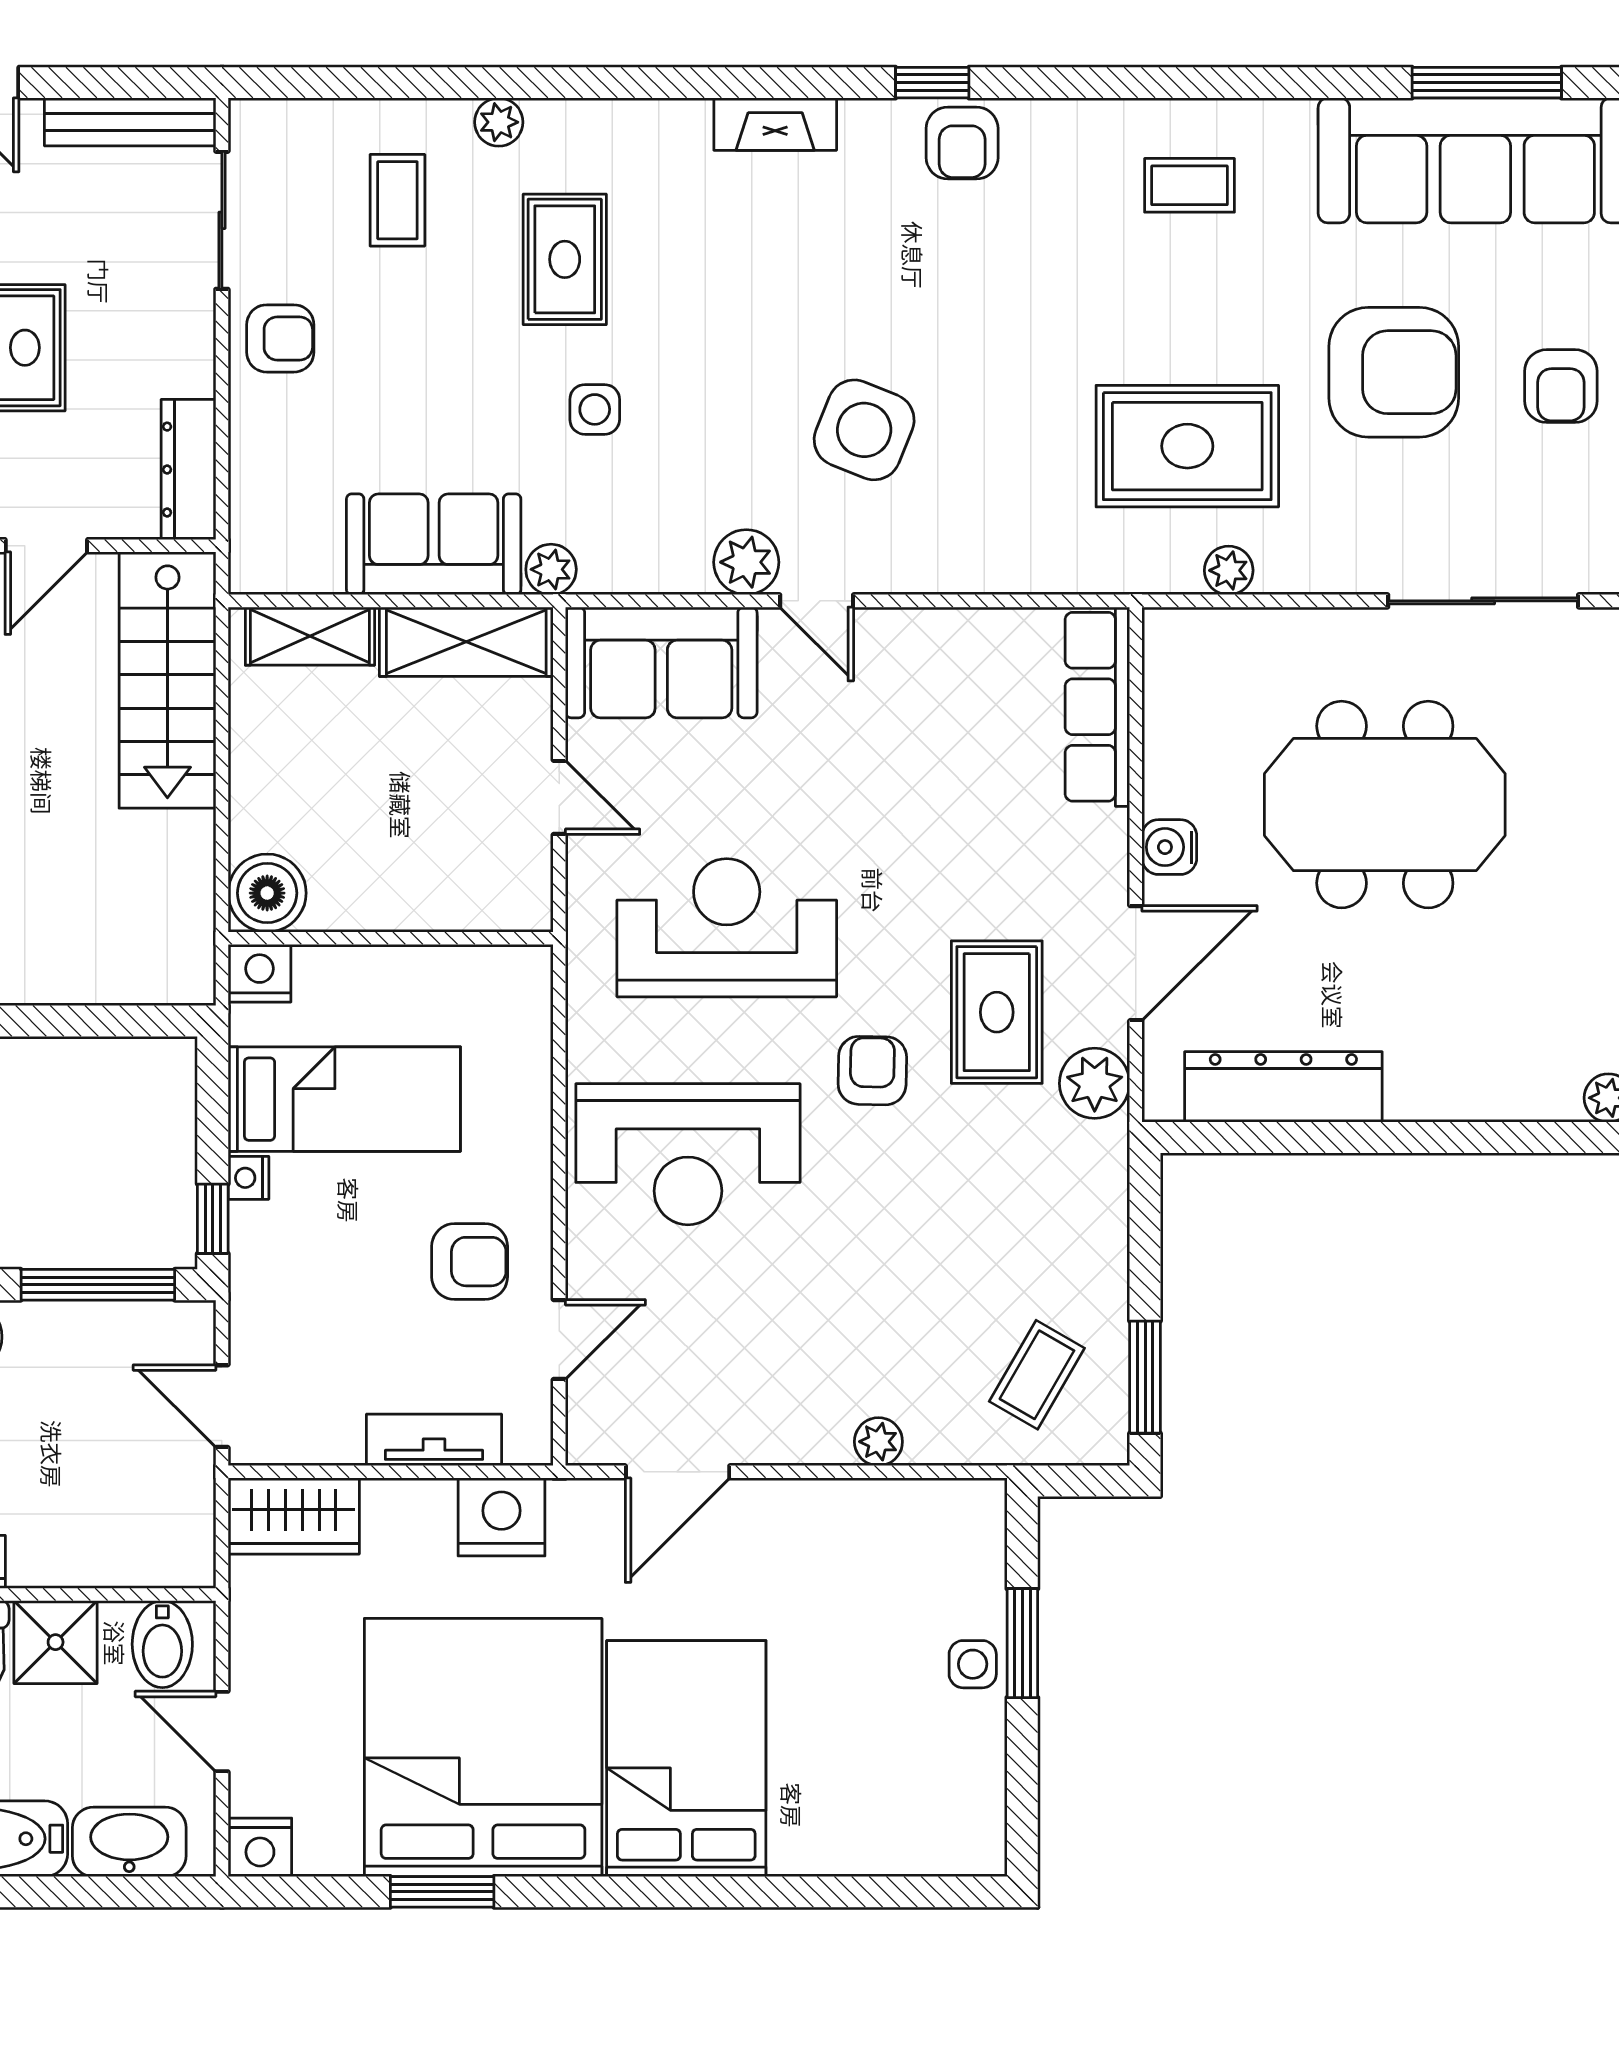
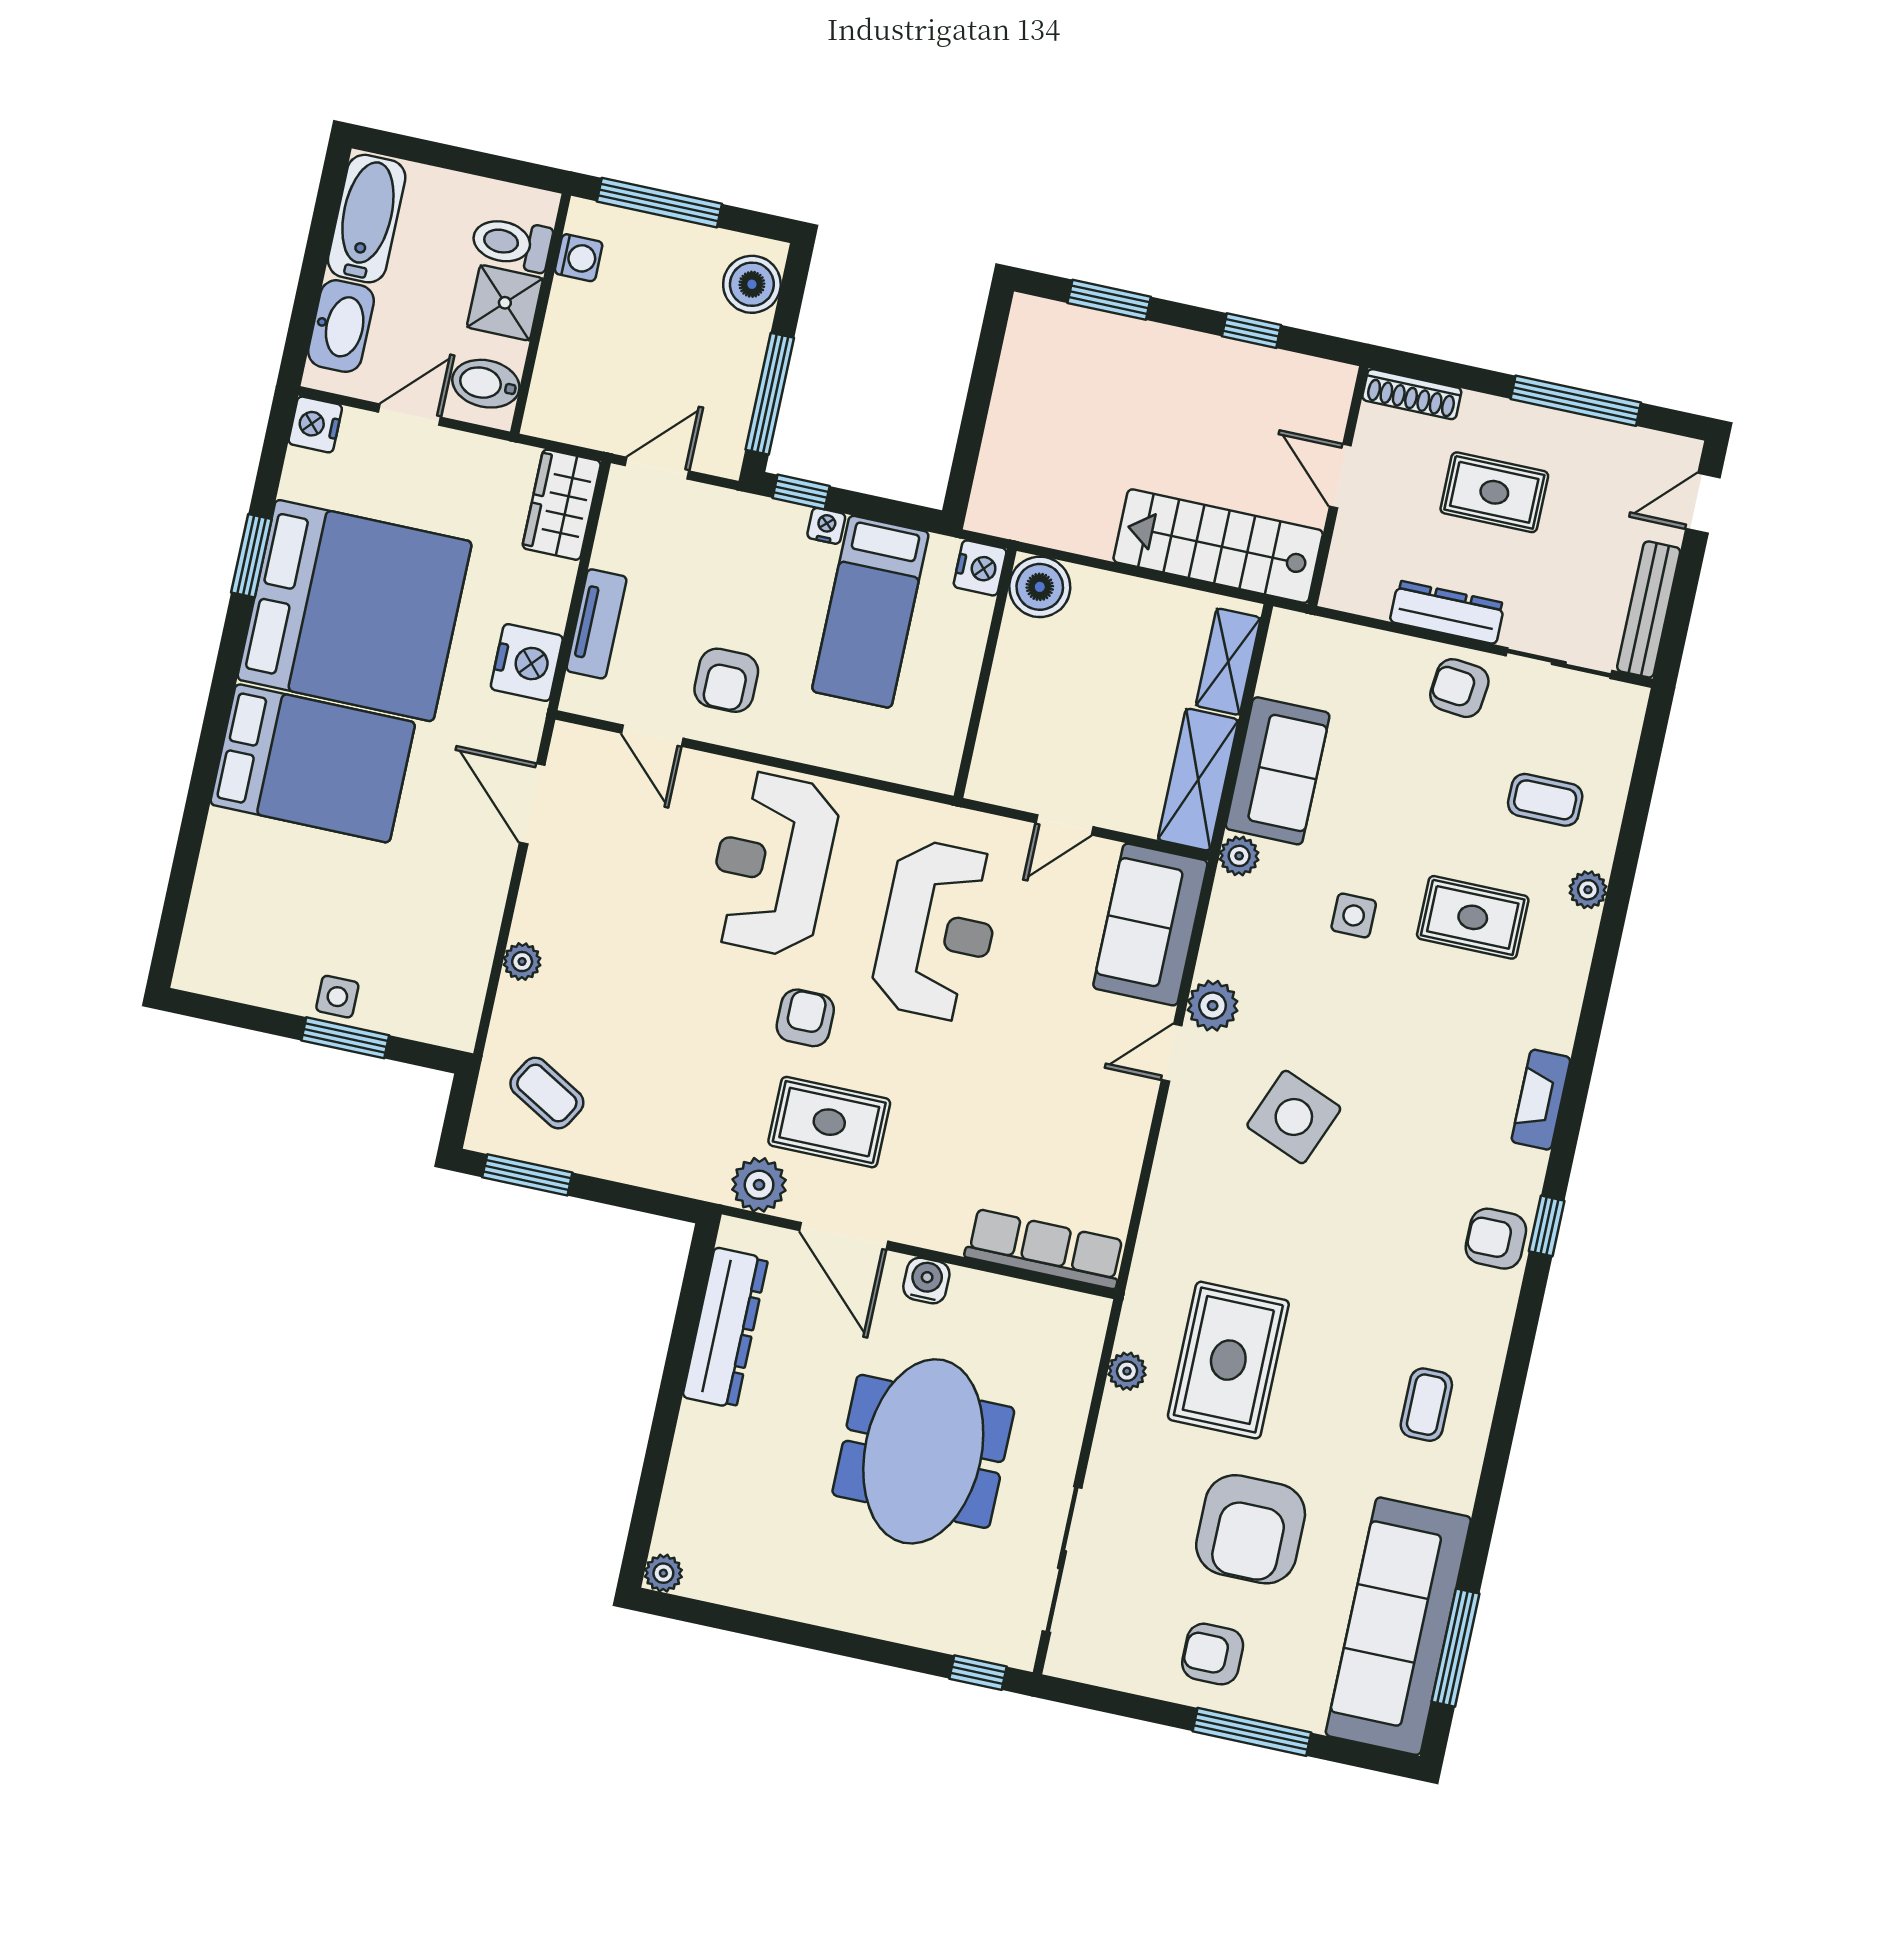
armchair: (280, 338) -> (1459, 688), turned 96
dresser: (188, 470) -> (1447, 612), moved
armchair: (872, 1071) -> (805, 1018), turned -91

